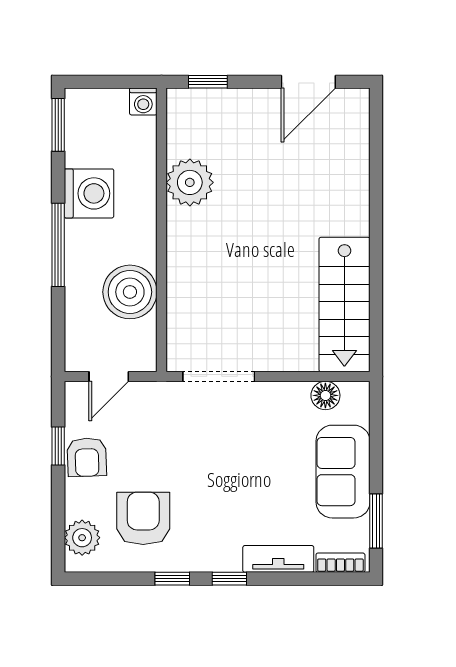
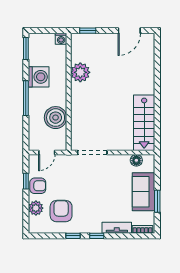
armchair: (87, 457) -> (38, 186), turned -88
window: (376, 521) -> (157, 201), moved
plant: (82, 538) -> (36, 208), moved

